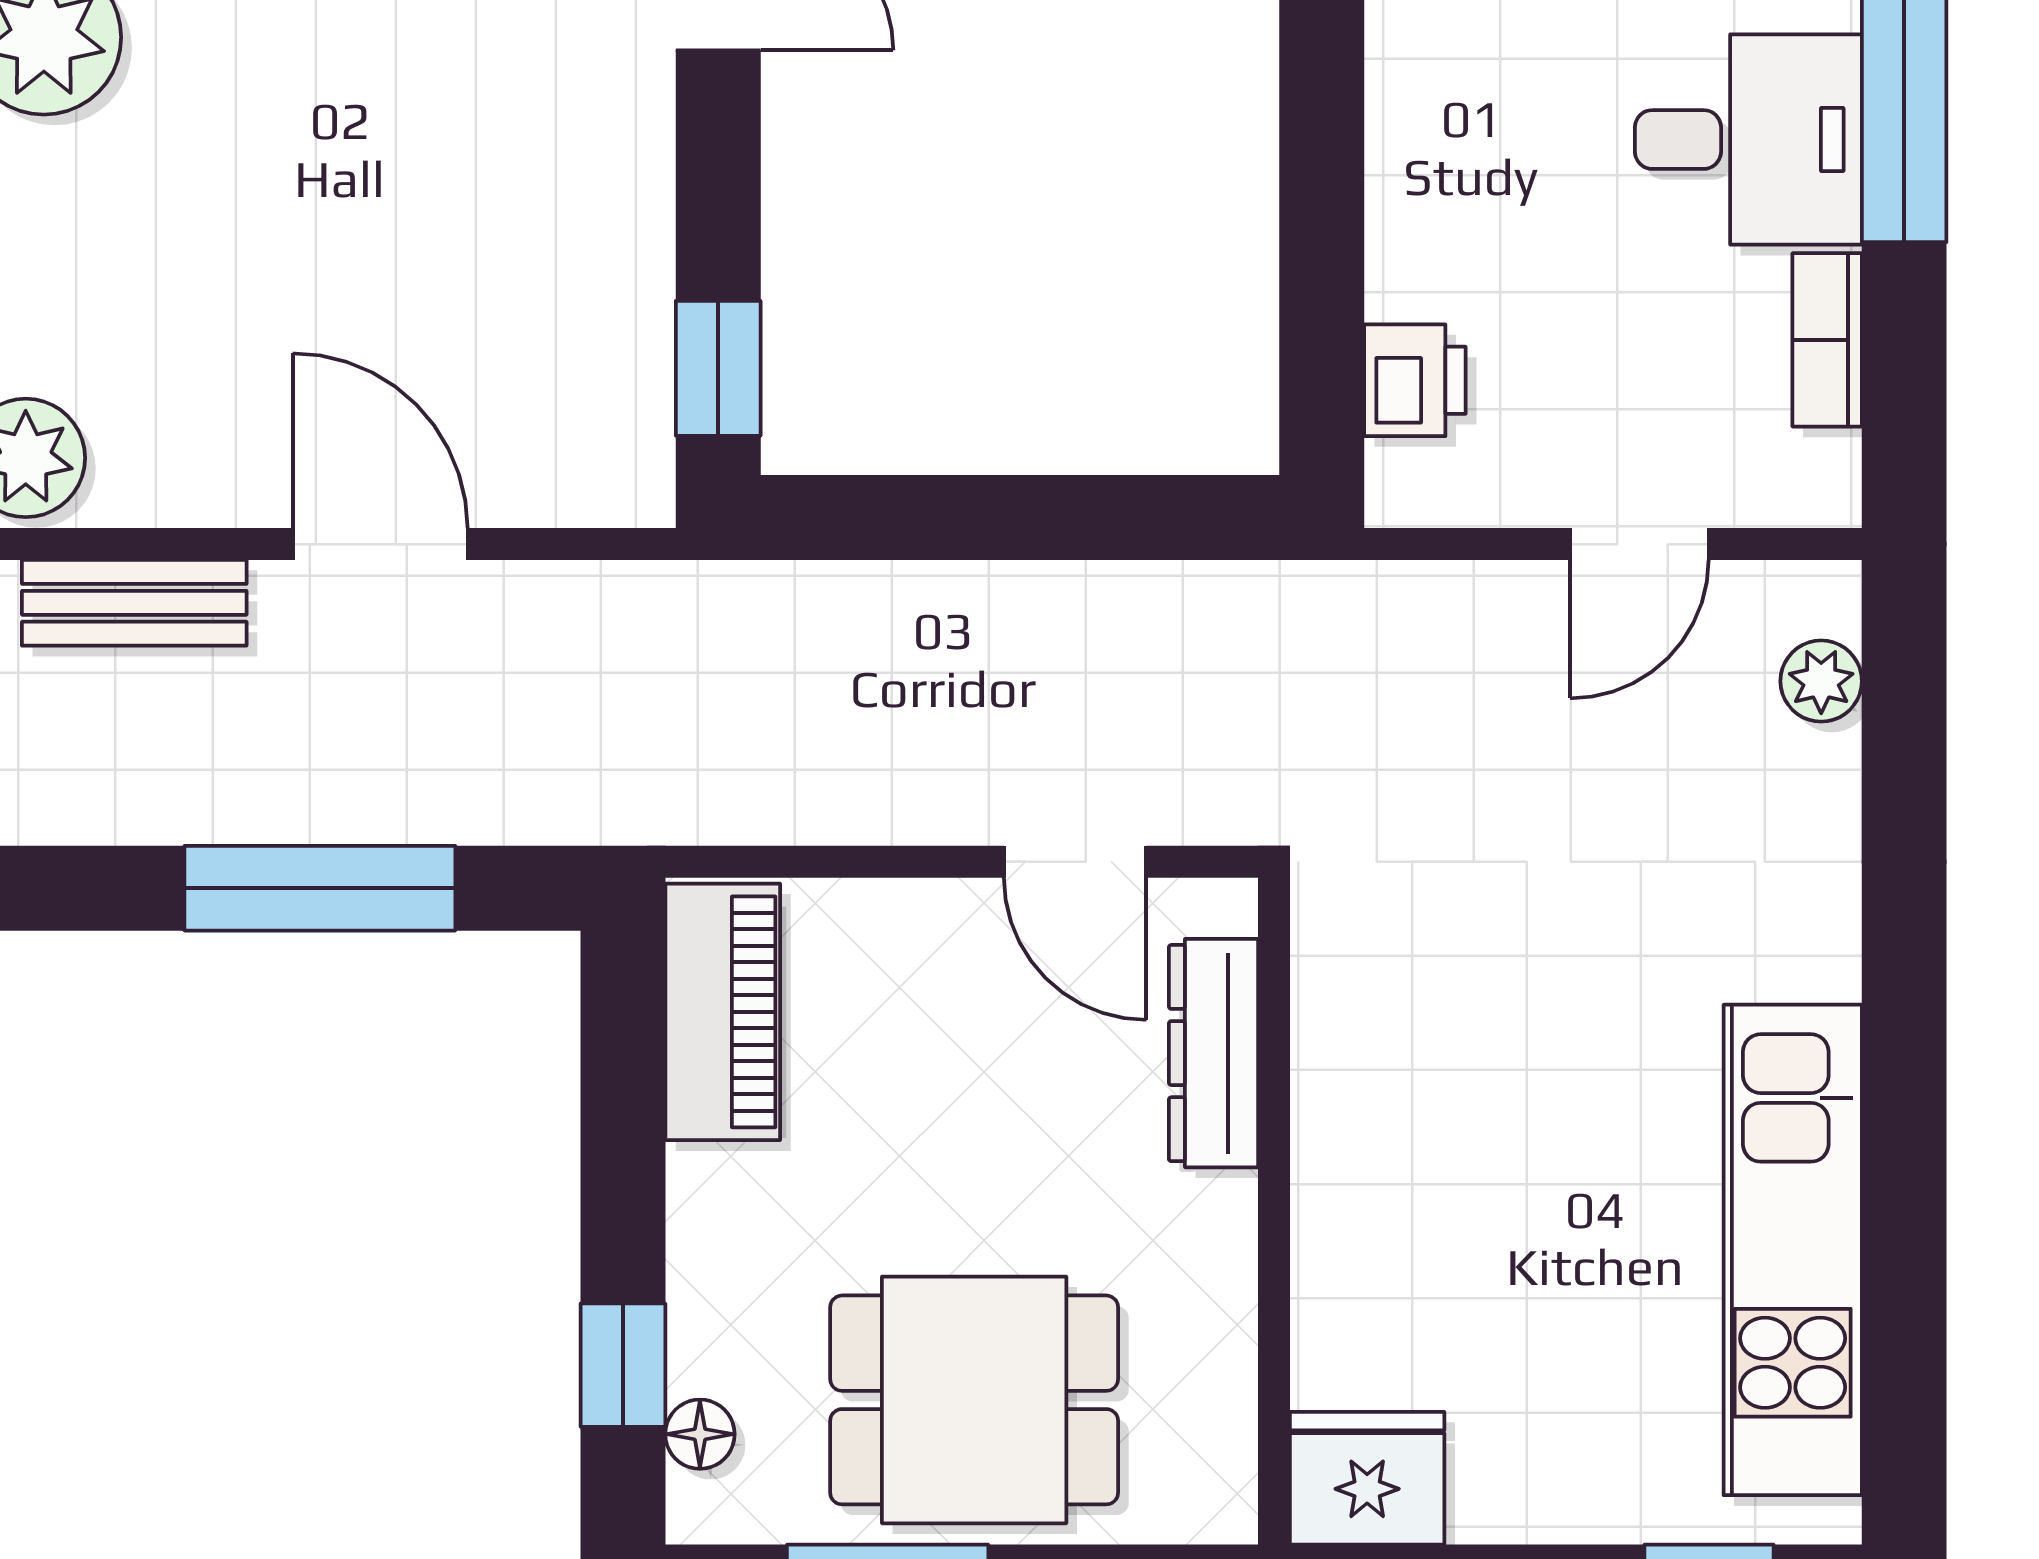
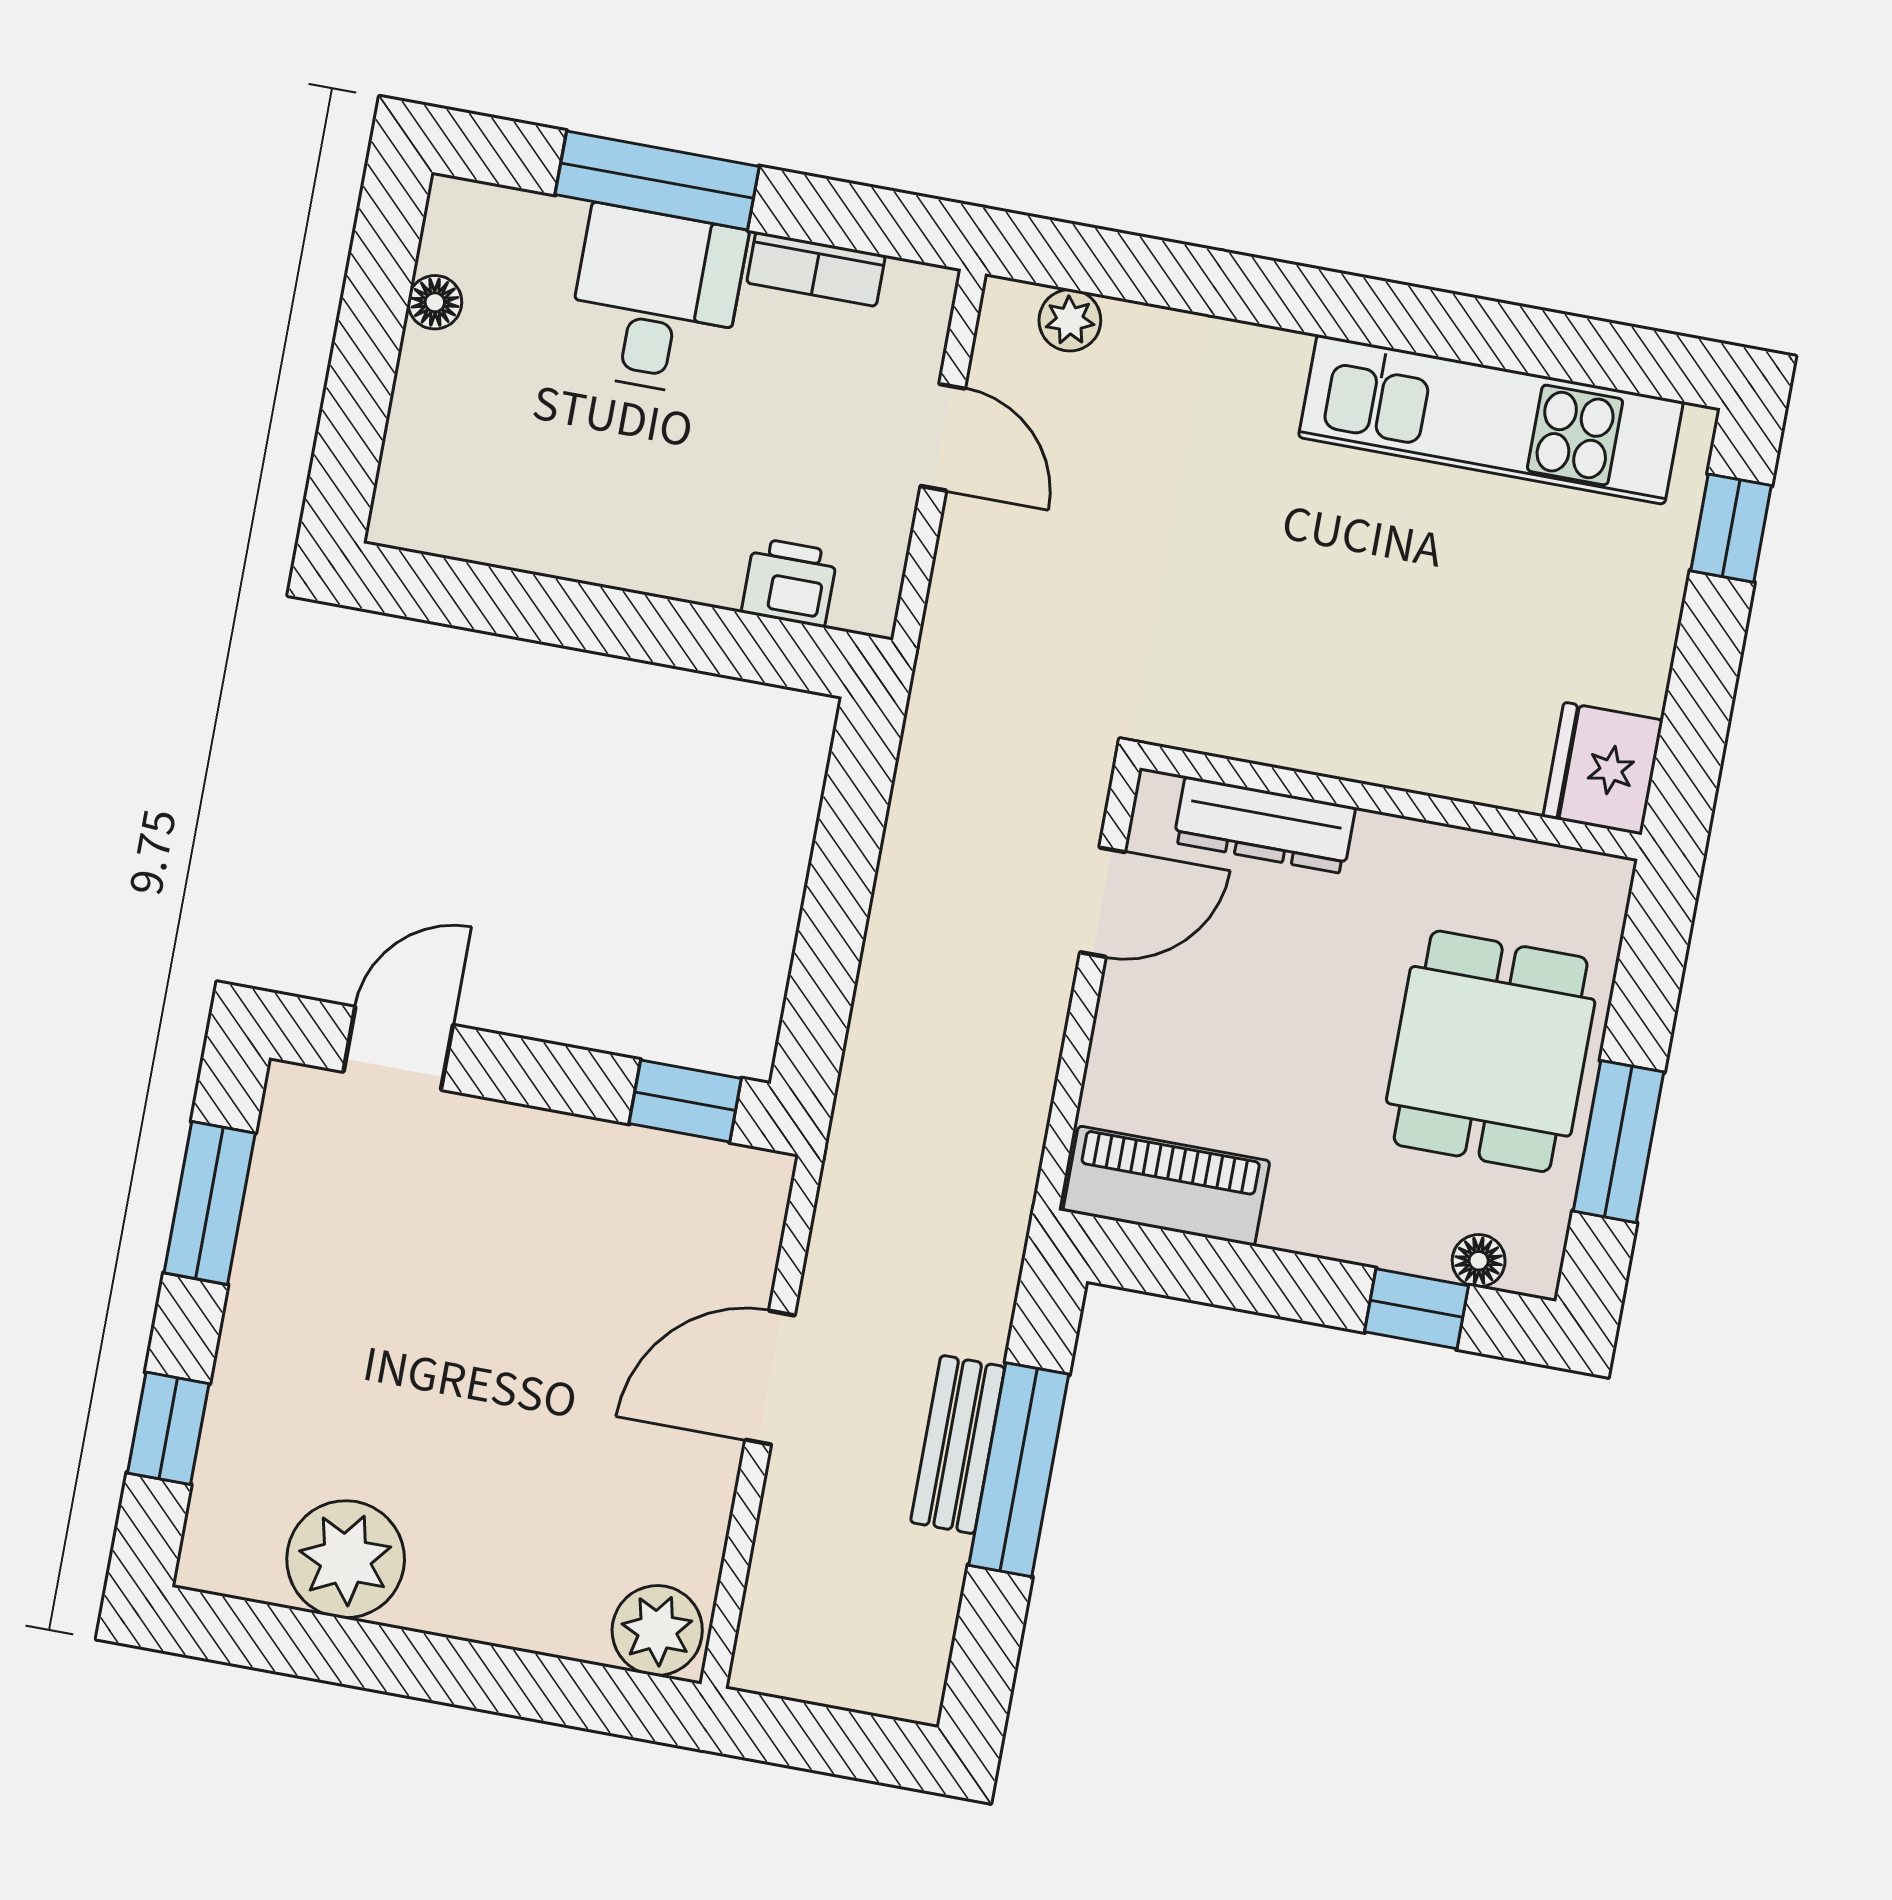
bench: (134, 603) -> (958, 1445), moved

